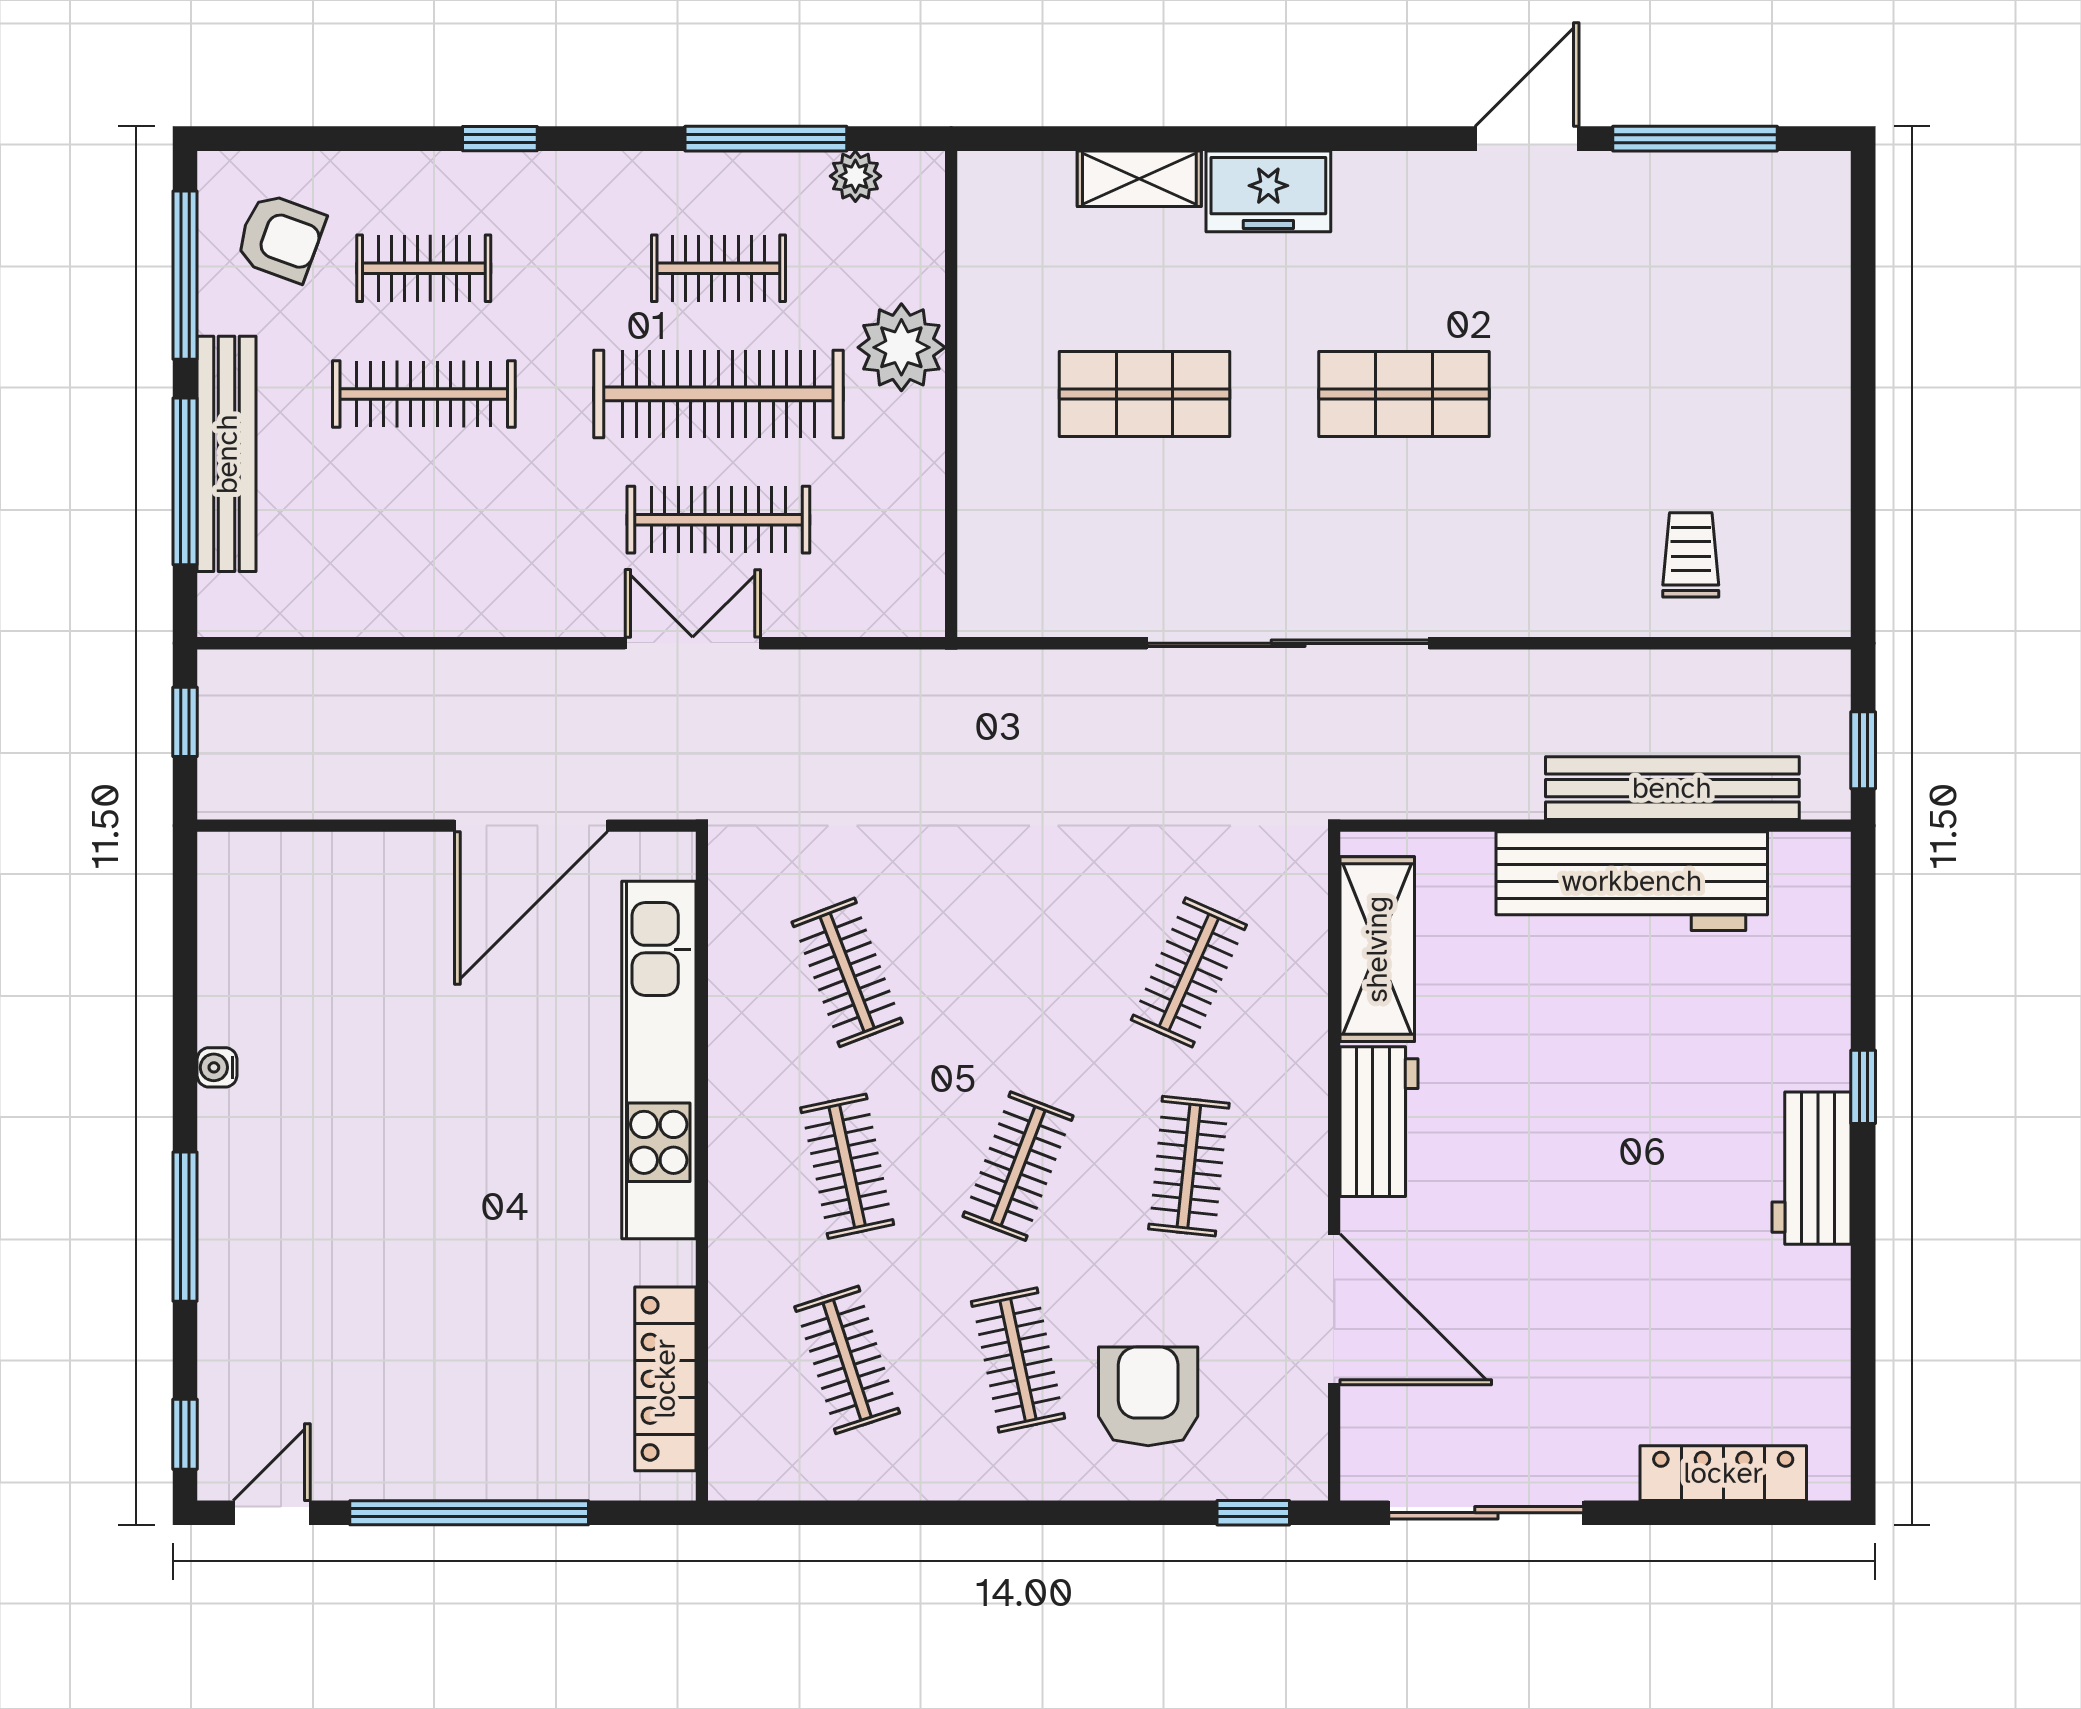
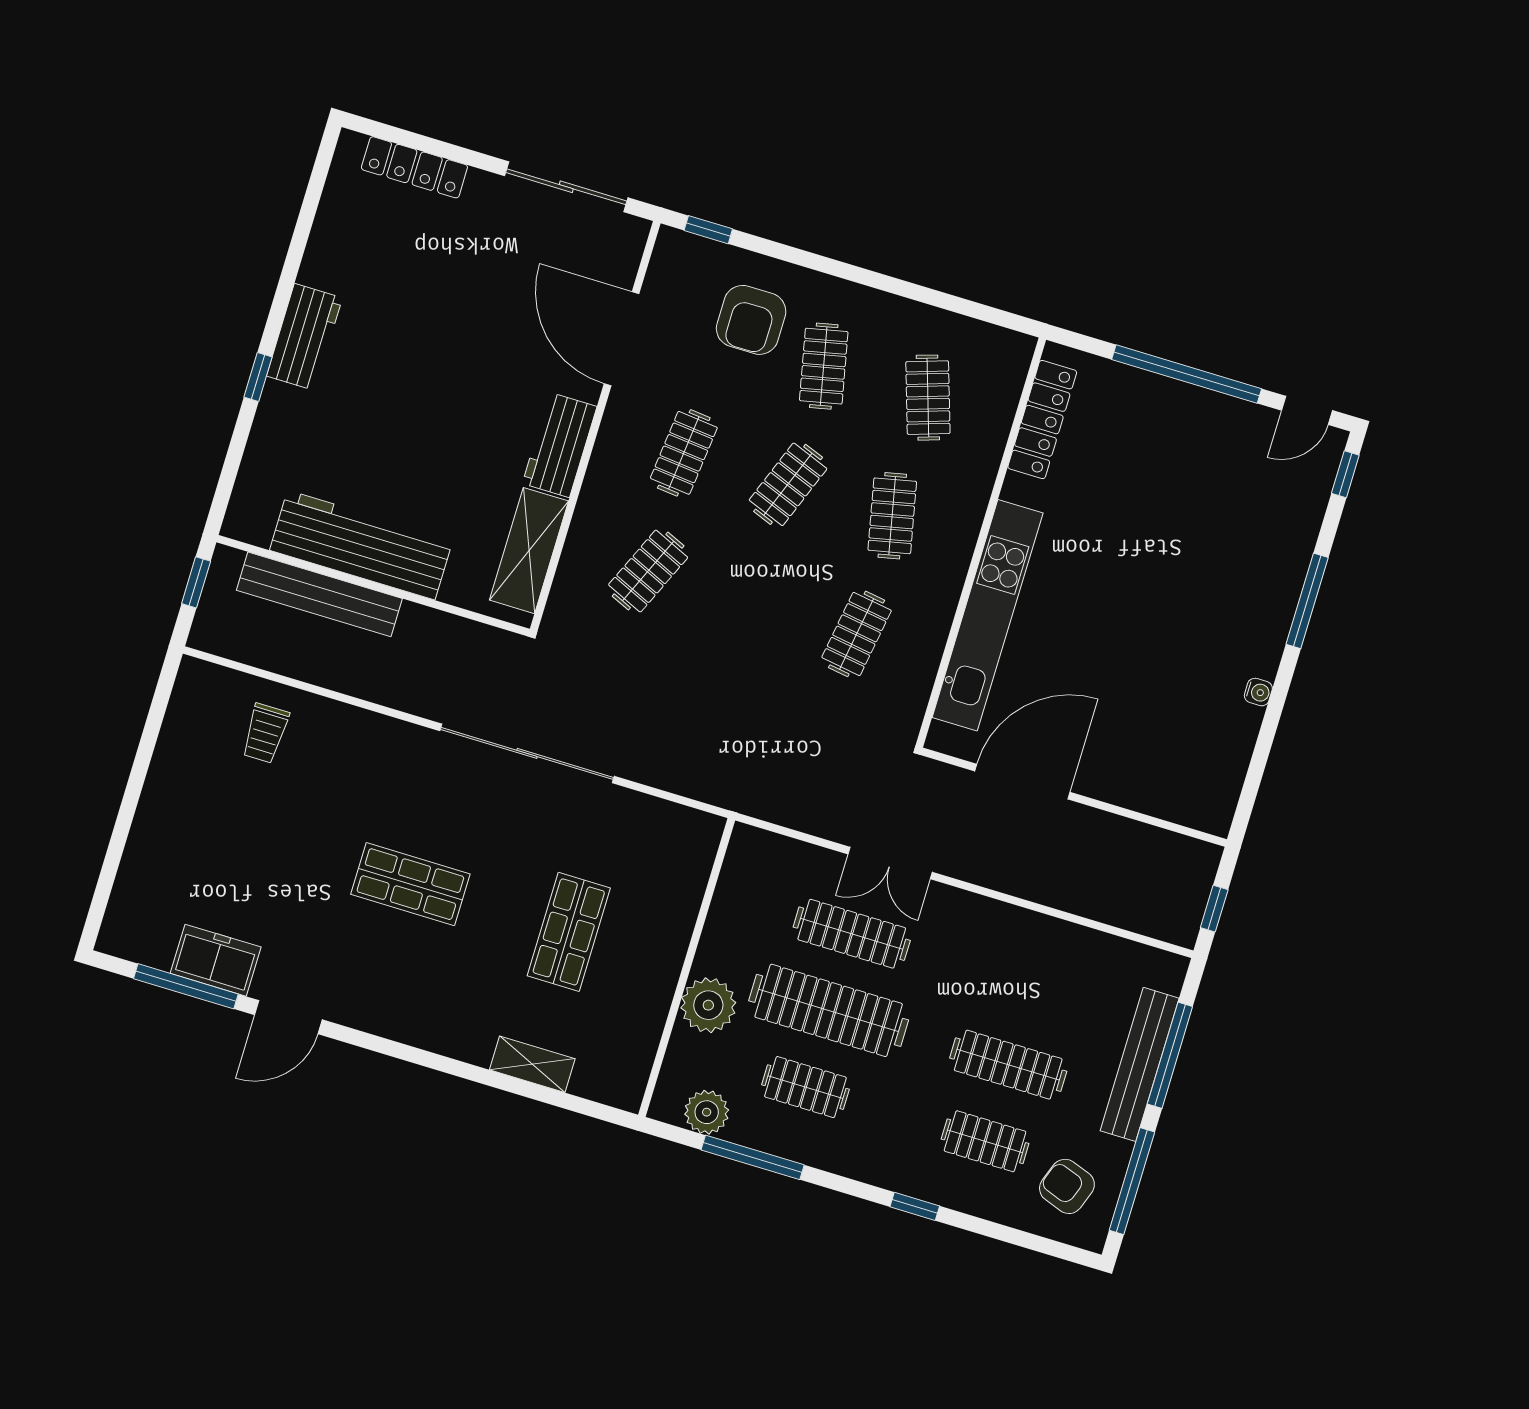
plant: (855, 176) -> (707, 1112), width x1.38, depth x1.38
freezer: (1268, 191) -> (216, 960), moved
shop shelf: (1144, 394) -> (569, 932), turned 90
clothes rail: (847, 972) -> (857, 634), turned 30

